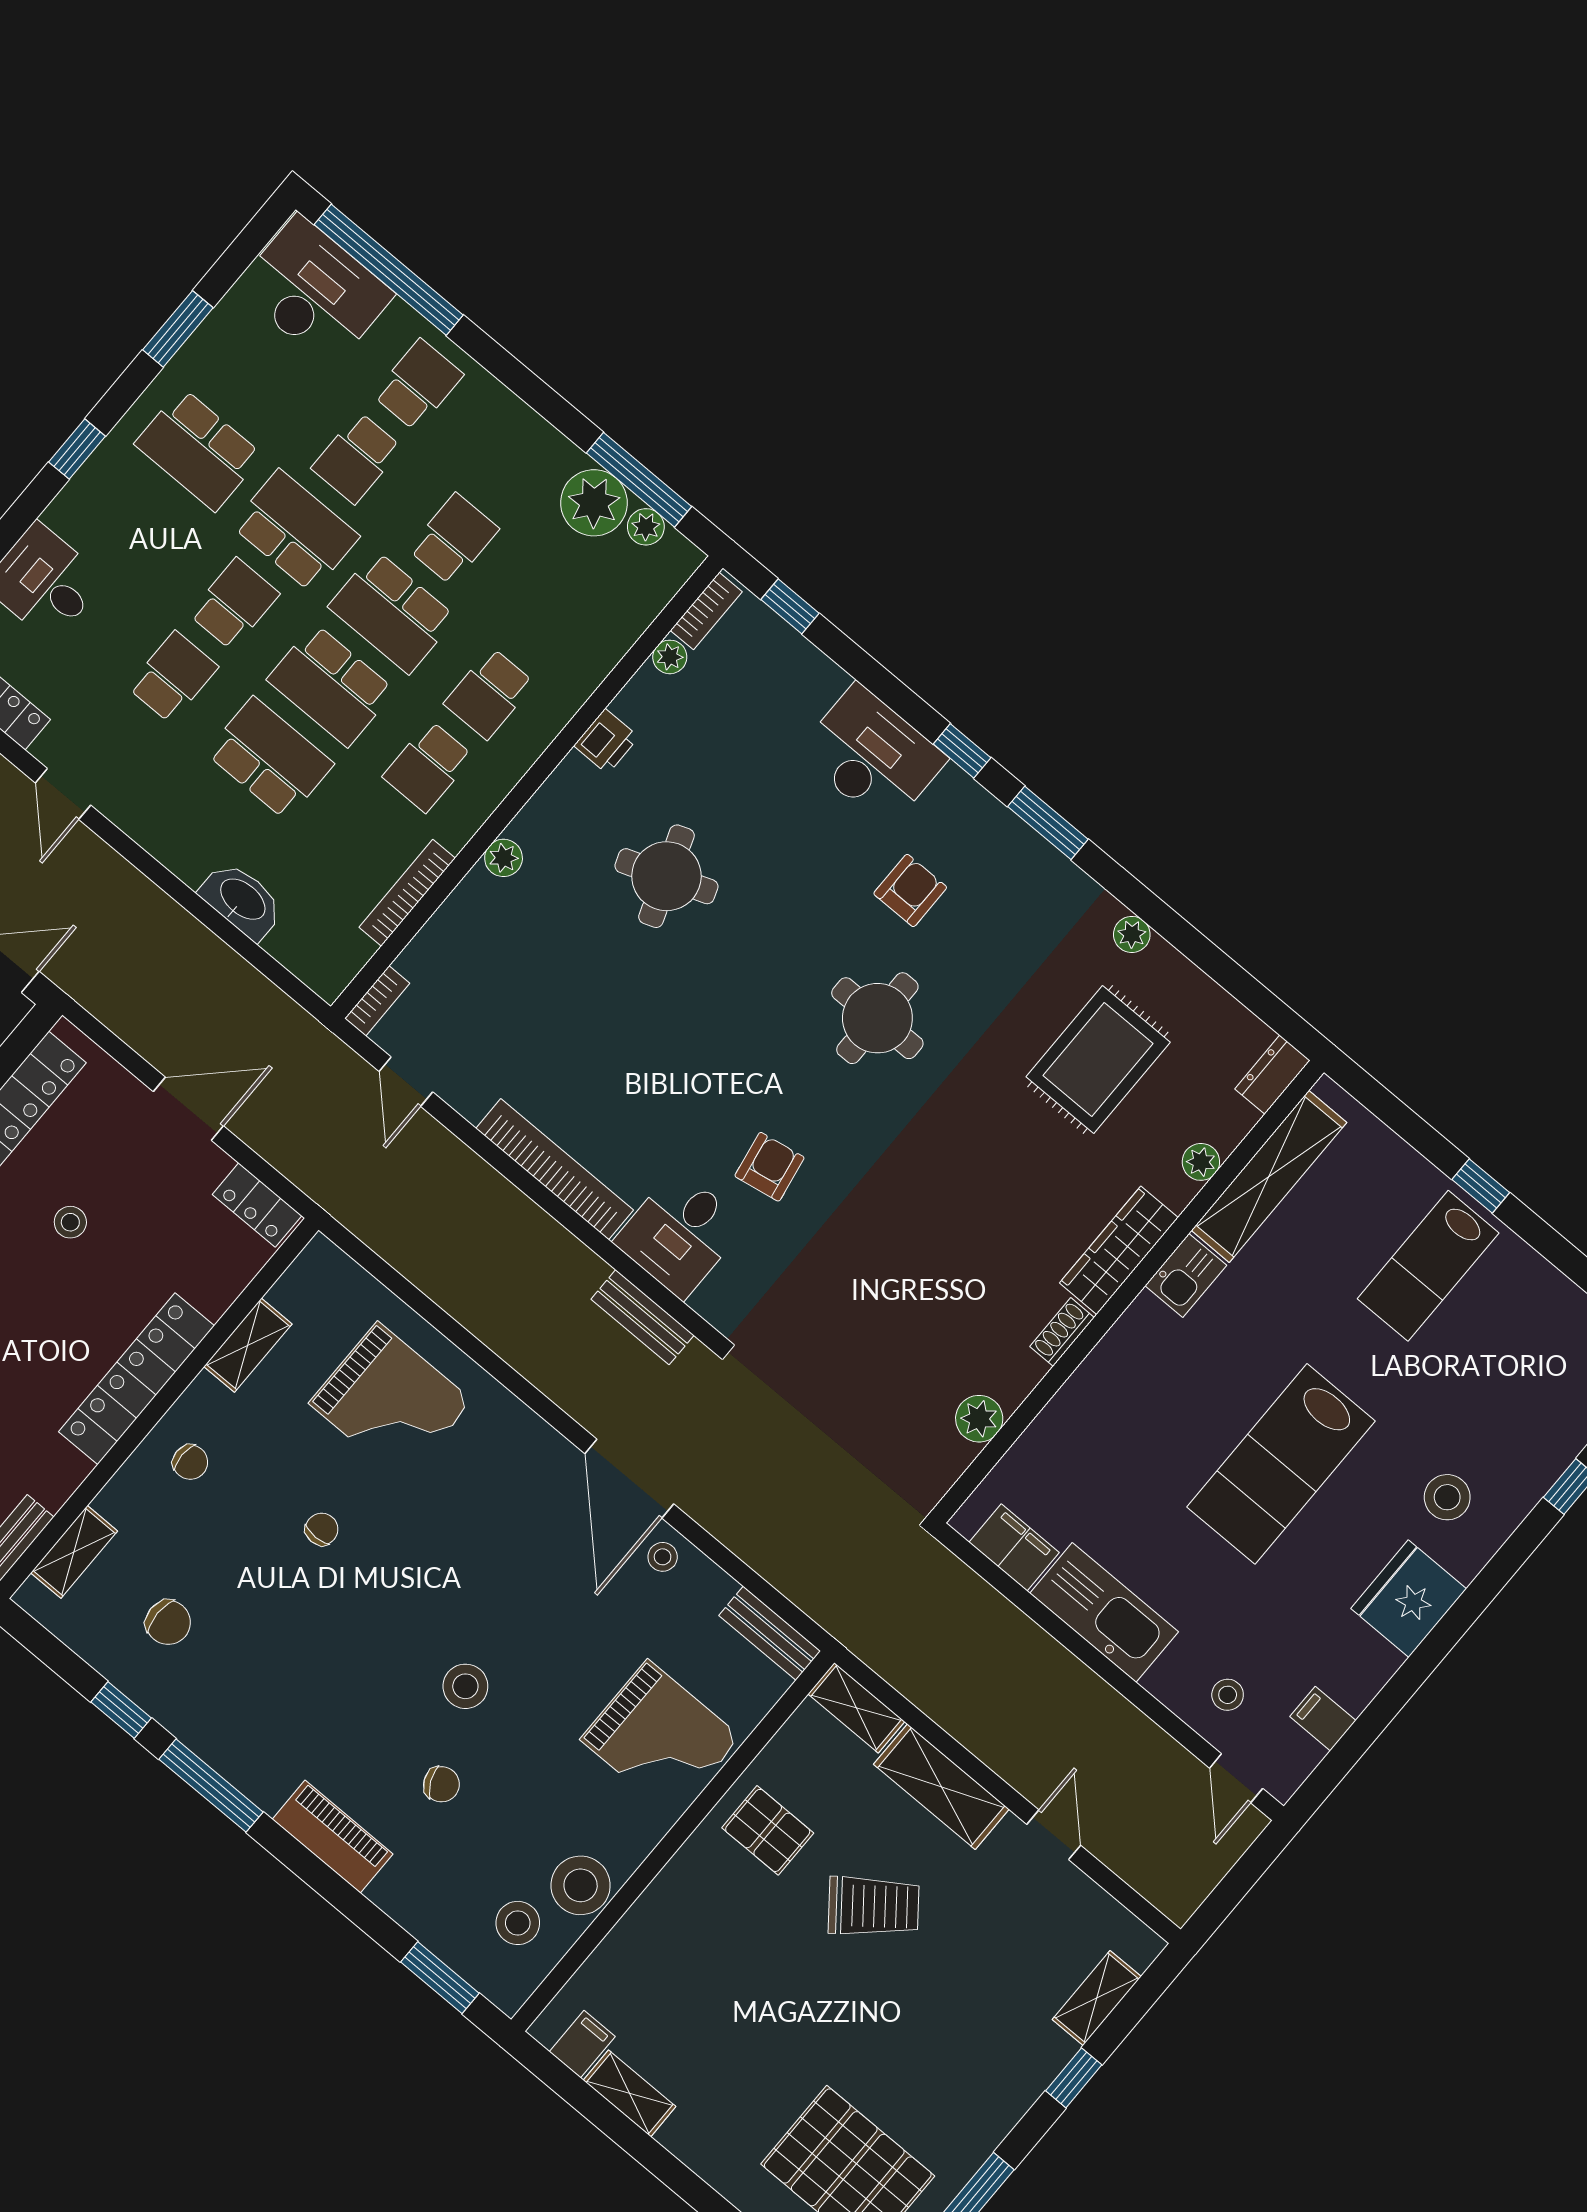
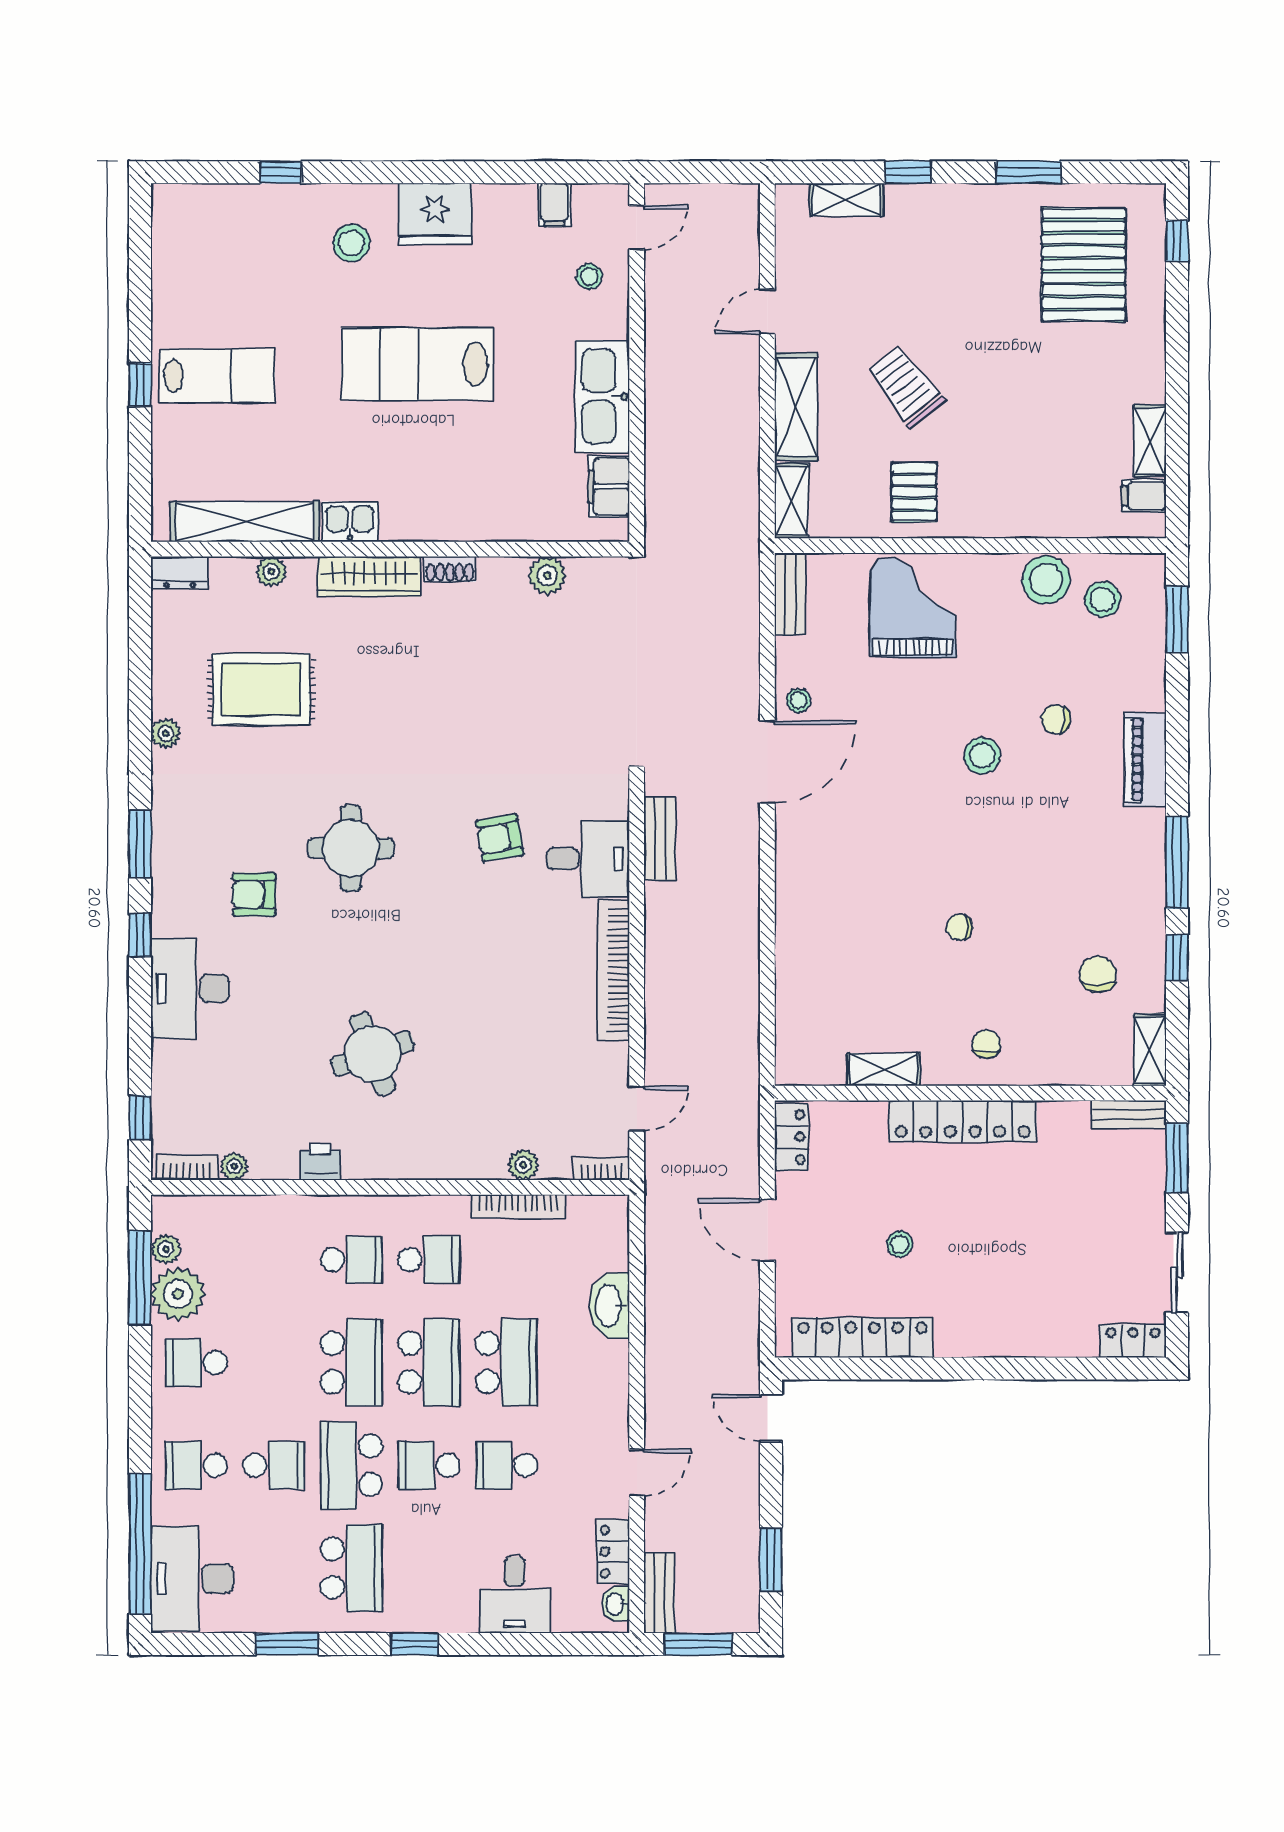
school desk: (454, 539) -> (196, 1362), moved
school desk: (270, 758) -> (506, 1362), turned 180
plant: (504, 858) -> (523, 1165), moved
grand piano: (391, 1402) -> (844, 951), removed
lab bench: (1281, 1464) -> (417, 364), turned 180
shelving: (74, 1552) -> (1150, 1050), moved, turned 90
chair: (441, 1784) -> (1056, 719), turned -56

